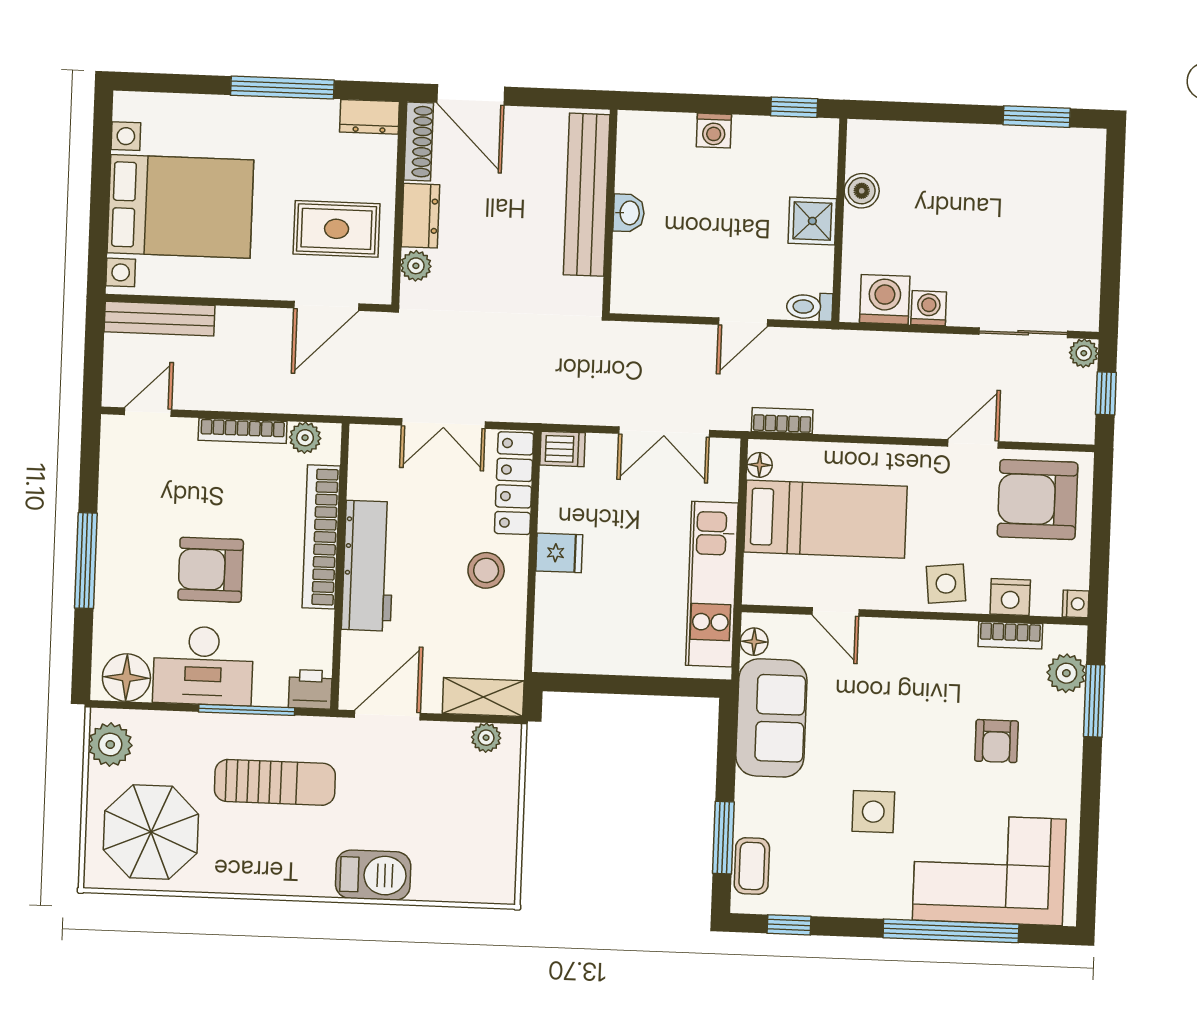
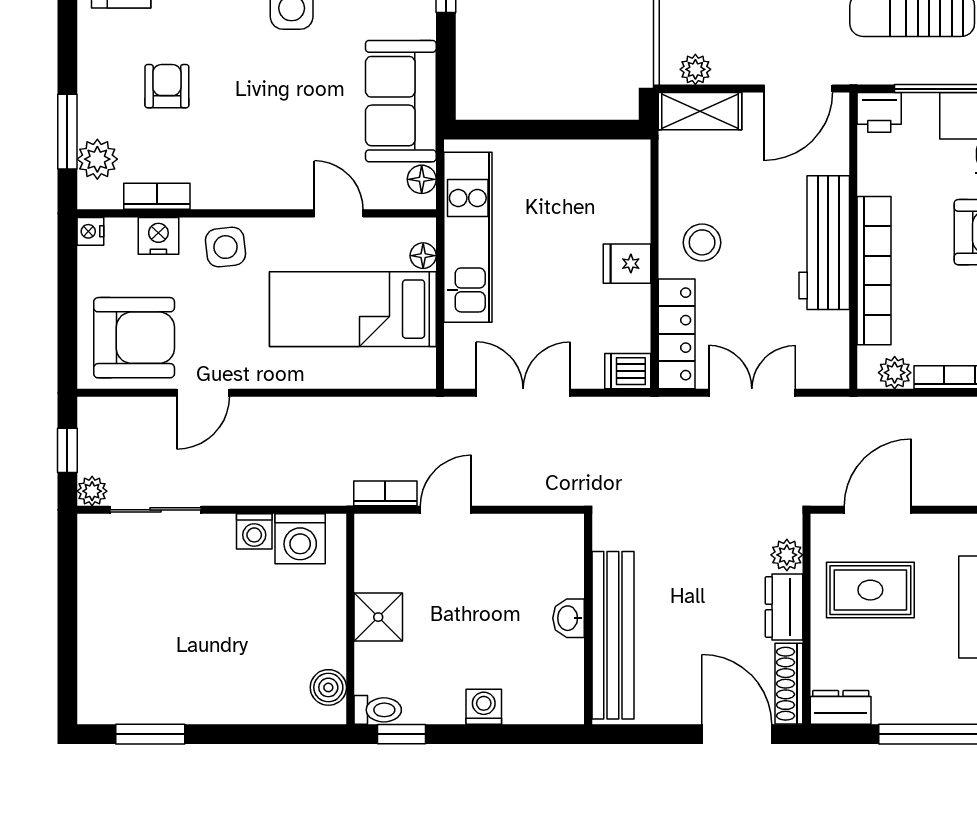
boiler: (862, 191) -> (328, 687), moved
toilet: (810, 307) -> (378, 710), moved
bookcase: (782, 421) -> (385, 493), moved, turned 180
floor lamp: (760, 465) -> (423, 256), moved

